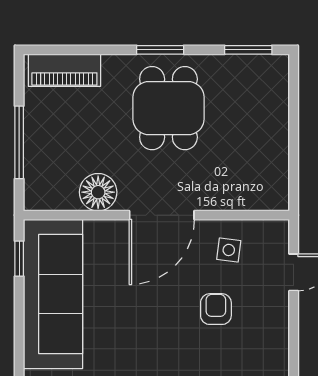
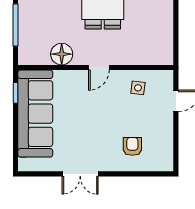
door: (162, 215) -> (99, 67), width x0.53
armchair: (216, 309) -> (132, 146), moved

